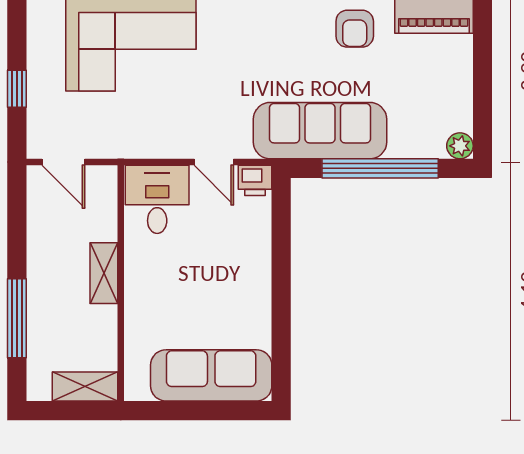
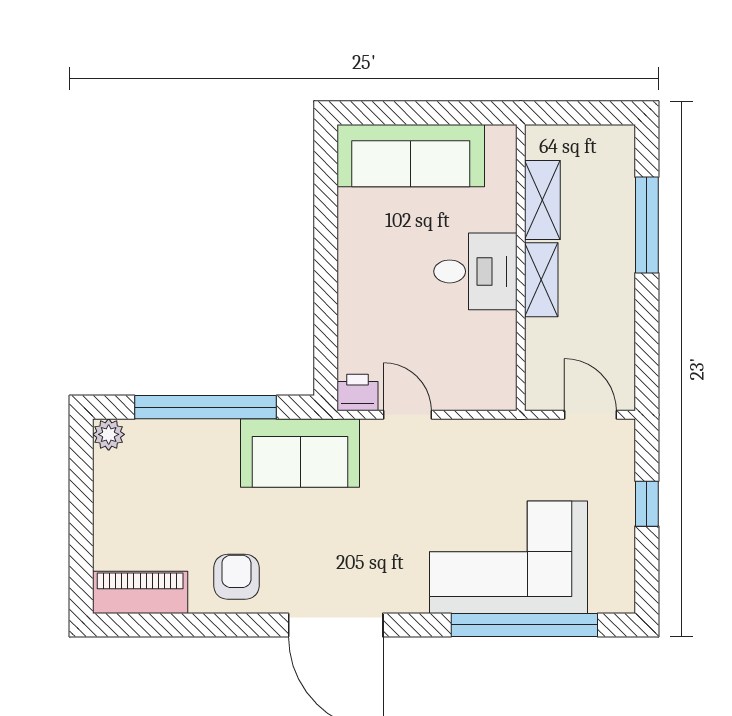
sofa: (320, 131) -> (300, 453), width x0.73
desk: (157, 199) -> (475, 271), moved, turned -90
shelving: (85, 386) -> (542, 200), moved, turned 90

